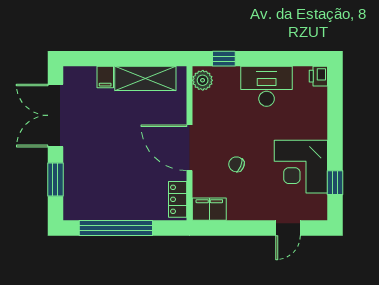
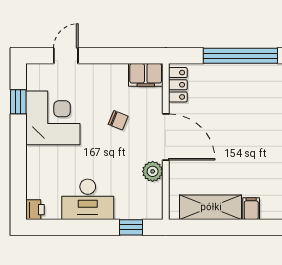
plant: (203, 80) -> (153, 171), moved

